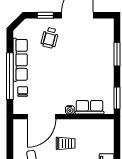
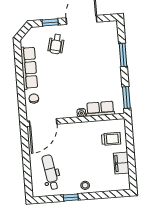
window: (10, 76) -> (20, 85), removed
door: (42, 117) -> (43, 122), moved
trolley: (66, 143) -> (111, 139), moved

